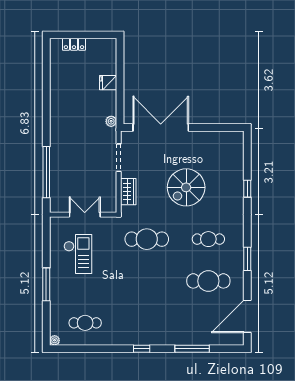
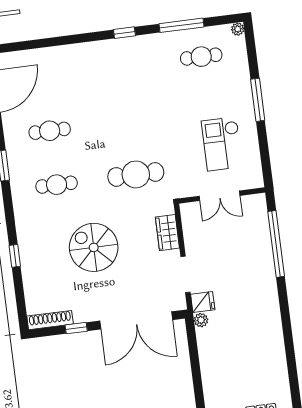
fridge: (108, 83) -> (203, 302), moved
window: (207, 127) -> (76, 328), added
shoe rack: (227, 136) -> (50, 320), added
spiral stairs: (186, 187) -> (94, 247), turned -90
cafe table: (208, 281) -> (50, 131), width x0.73, depth x0.74
window: (192, 349) -> (181, 25), moved

